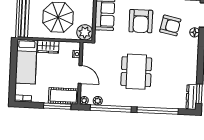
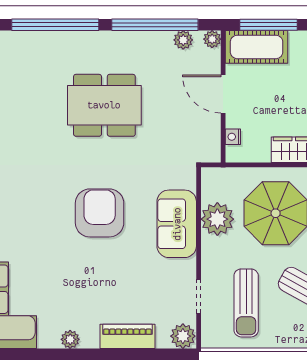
armchair: (170, 25) -> (37, 206), removed
plant: (85, 32) -> (217, 219), moved
dining table: (136, 72) -> (104, 105), turned 90

